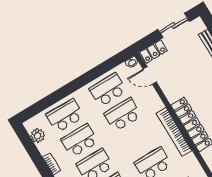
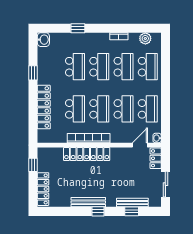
school desk: (138, 139) -> (99, 109), added

